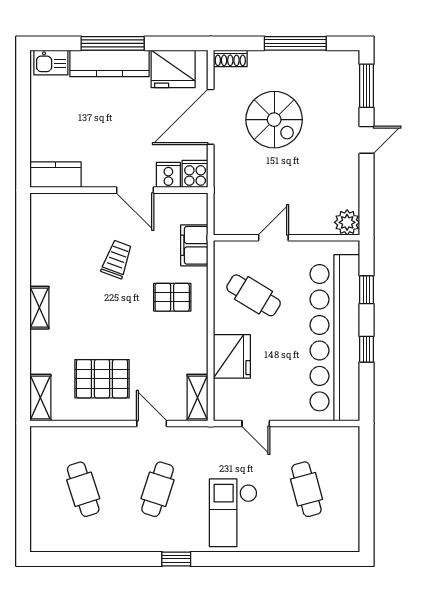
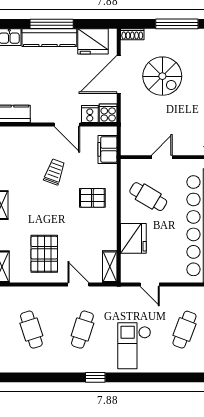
filing cabinet: (194, 245) -> (108, 149), moved
pallet: (102, 379) -> (44, 254), turned 90
cafe table: (306, 489) -> (185, 330), turned 36

